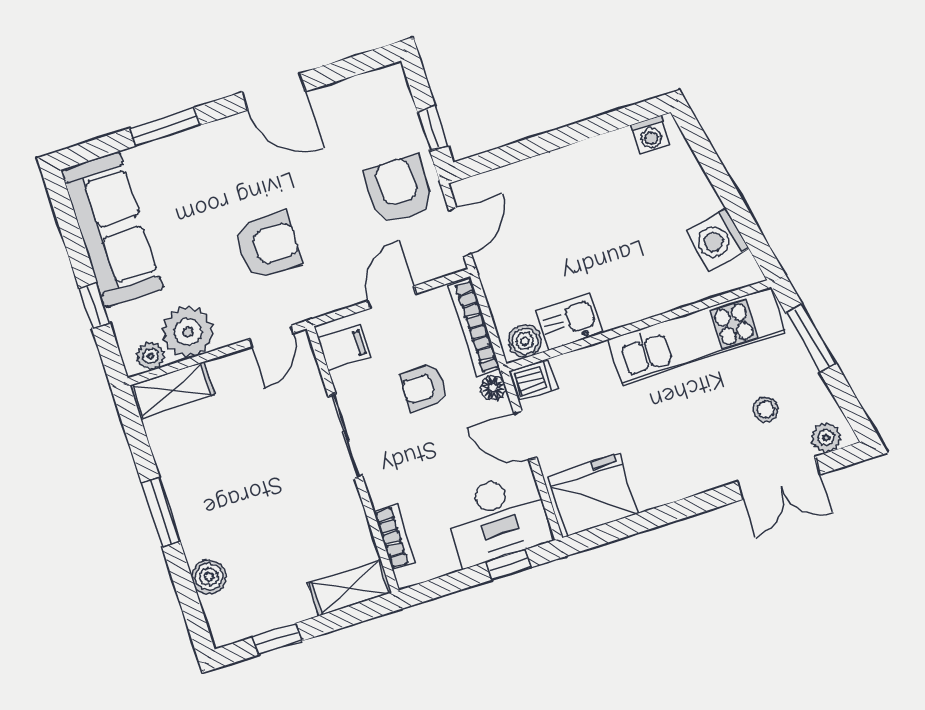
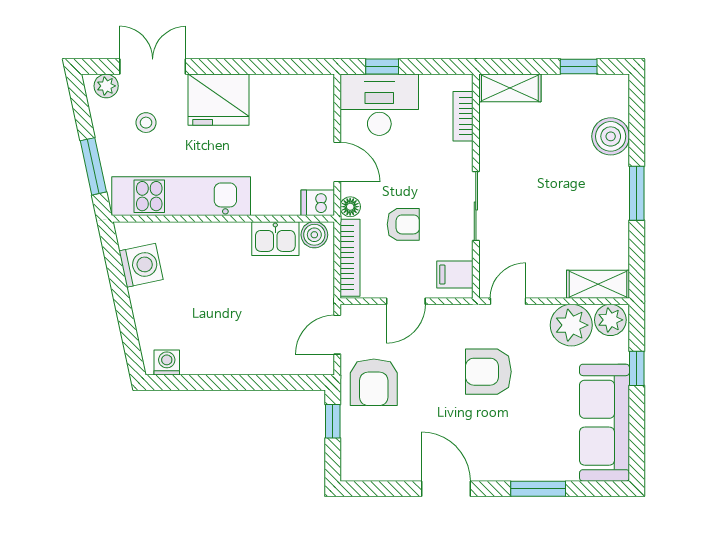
plant: (151, 356) -> (610, 320), width x1.38, depth x1.38
fridge: (593, 495) -> (218, 100), moved
boiler: (209, 577) -> (611, 136), width x1.36, depth x1.36

